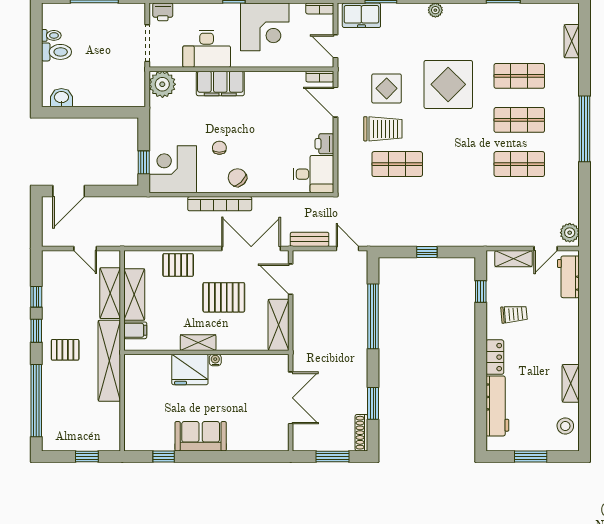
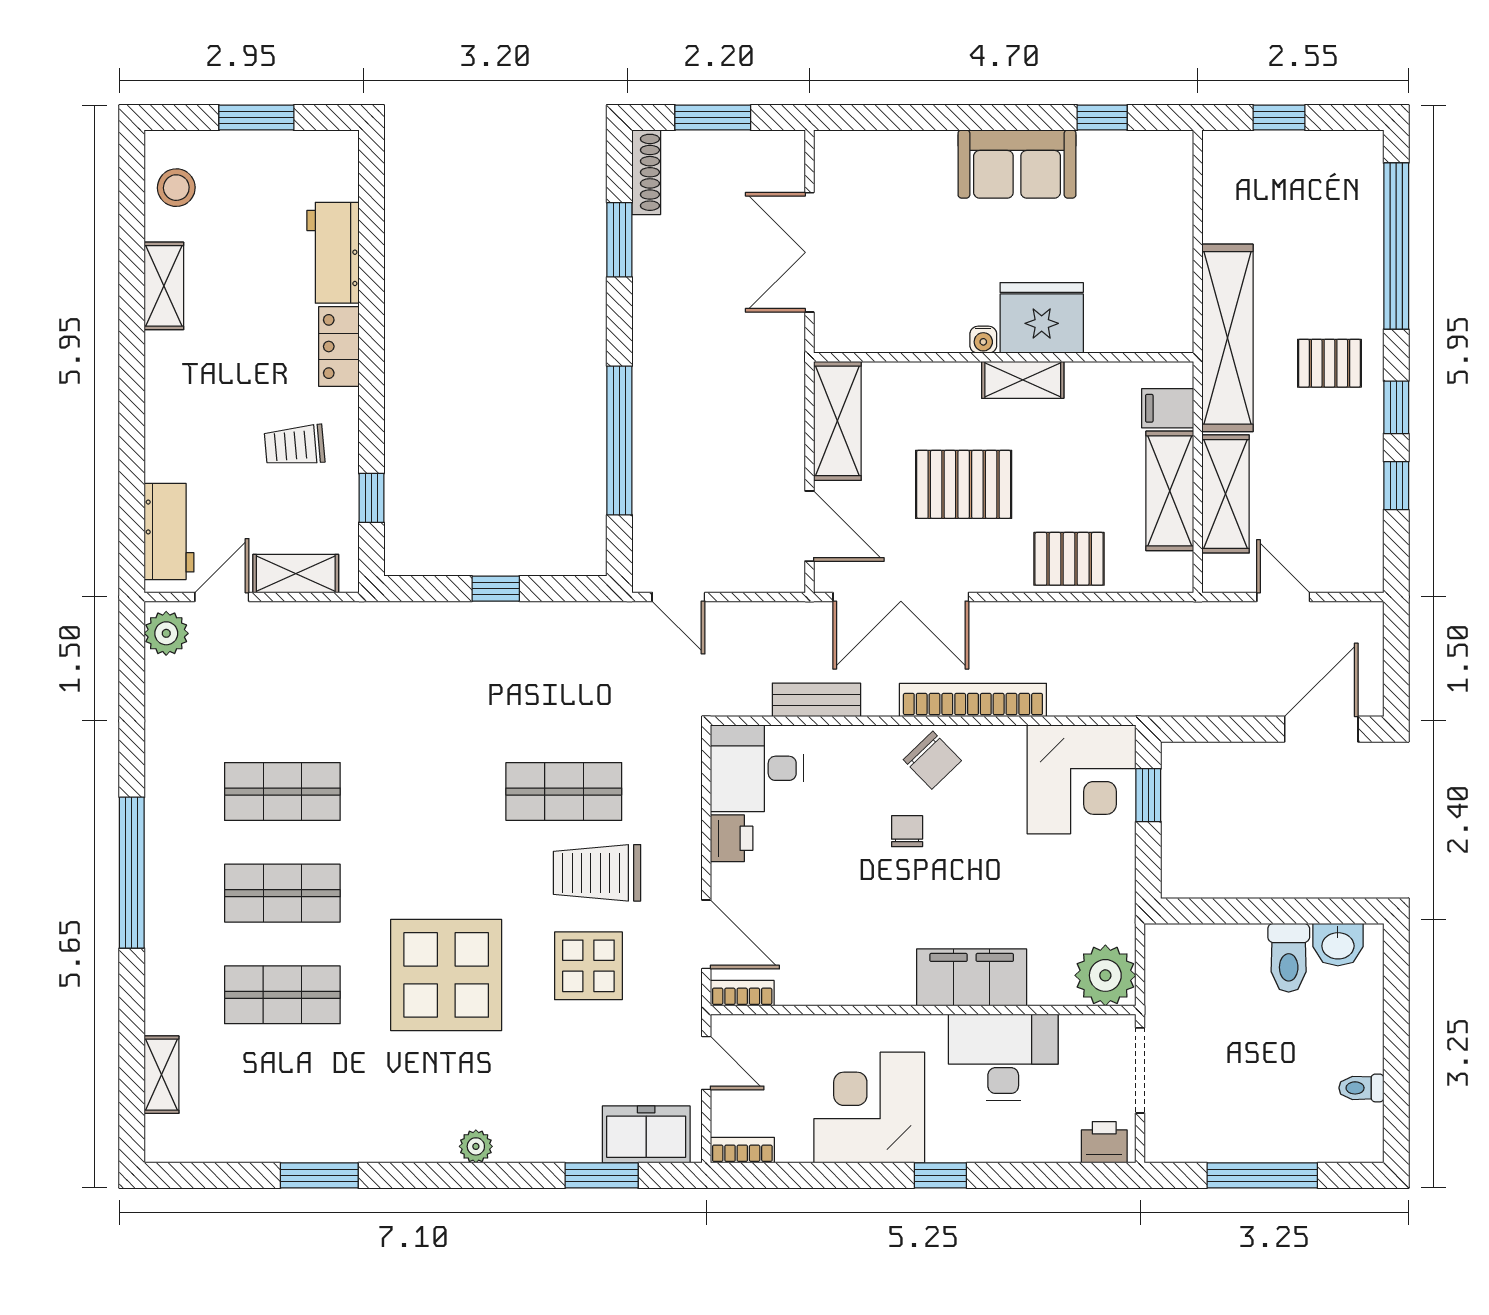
toilet: (56, 52) -> (1289, 958), moved, turned -90
chair: (219, 148) -> (907, 831), moved, turned 180
bench: (310, 239) -> (816, 700), moved
workbench: (497, 406) -> (333, 253), width x0.73

